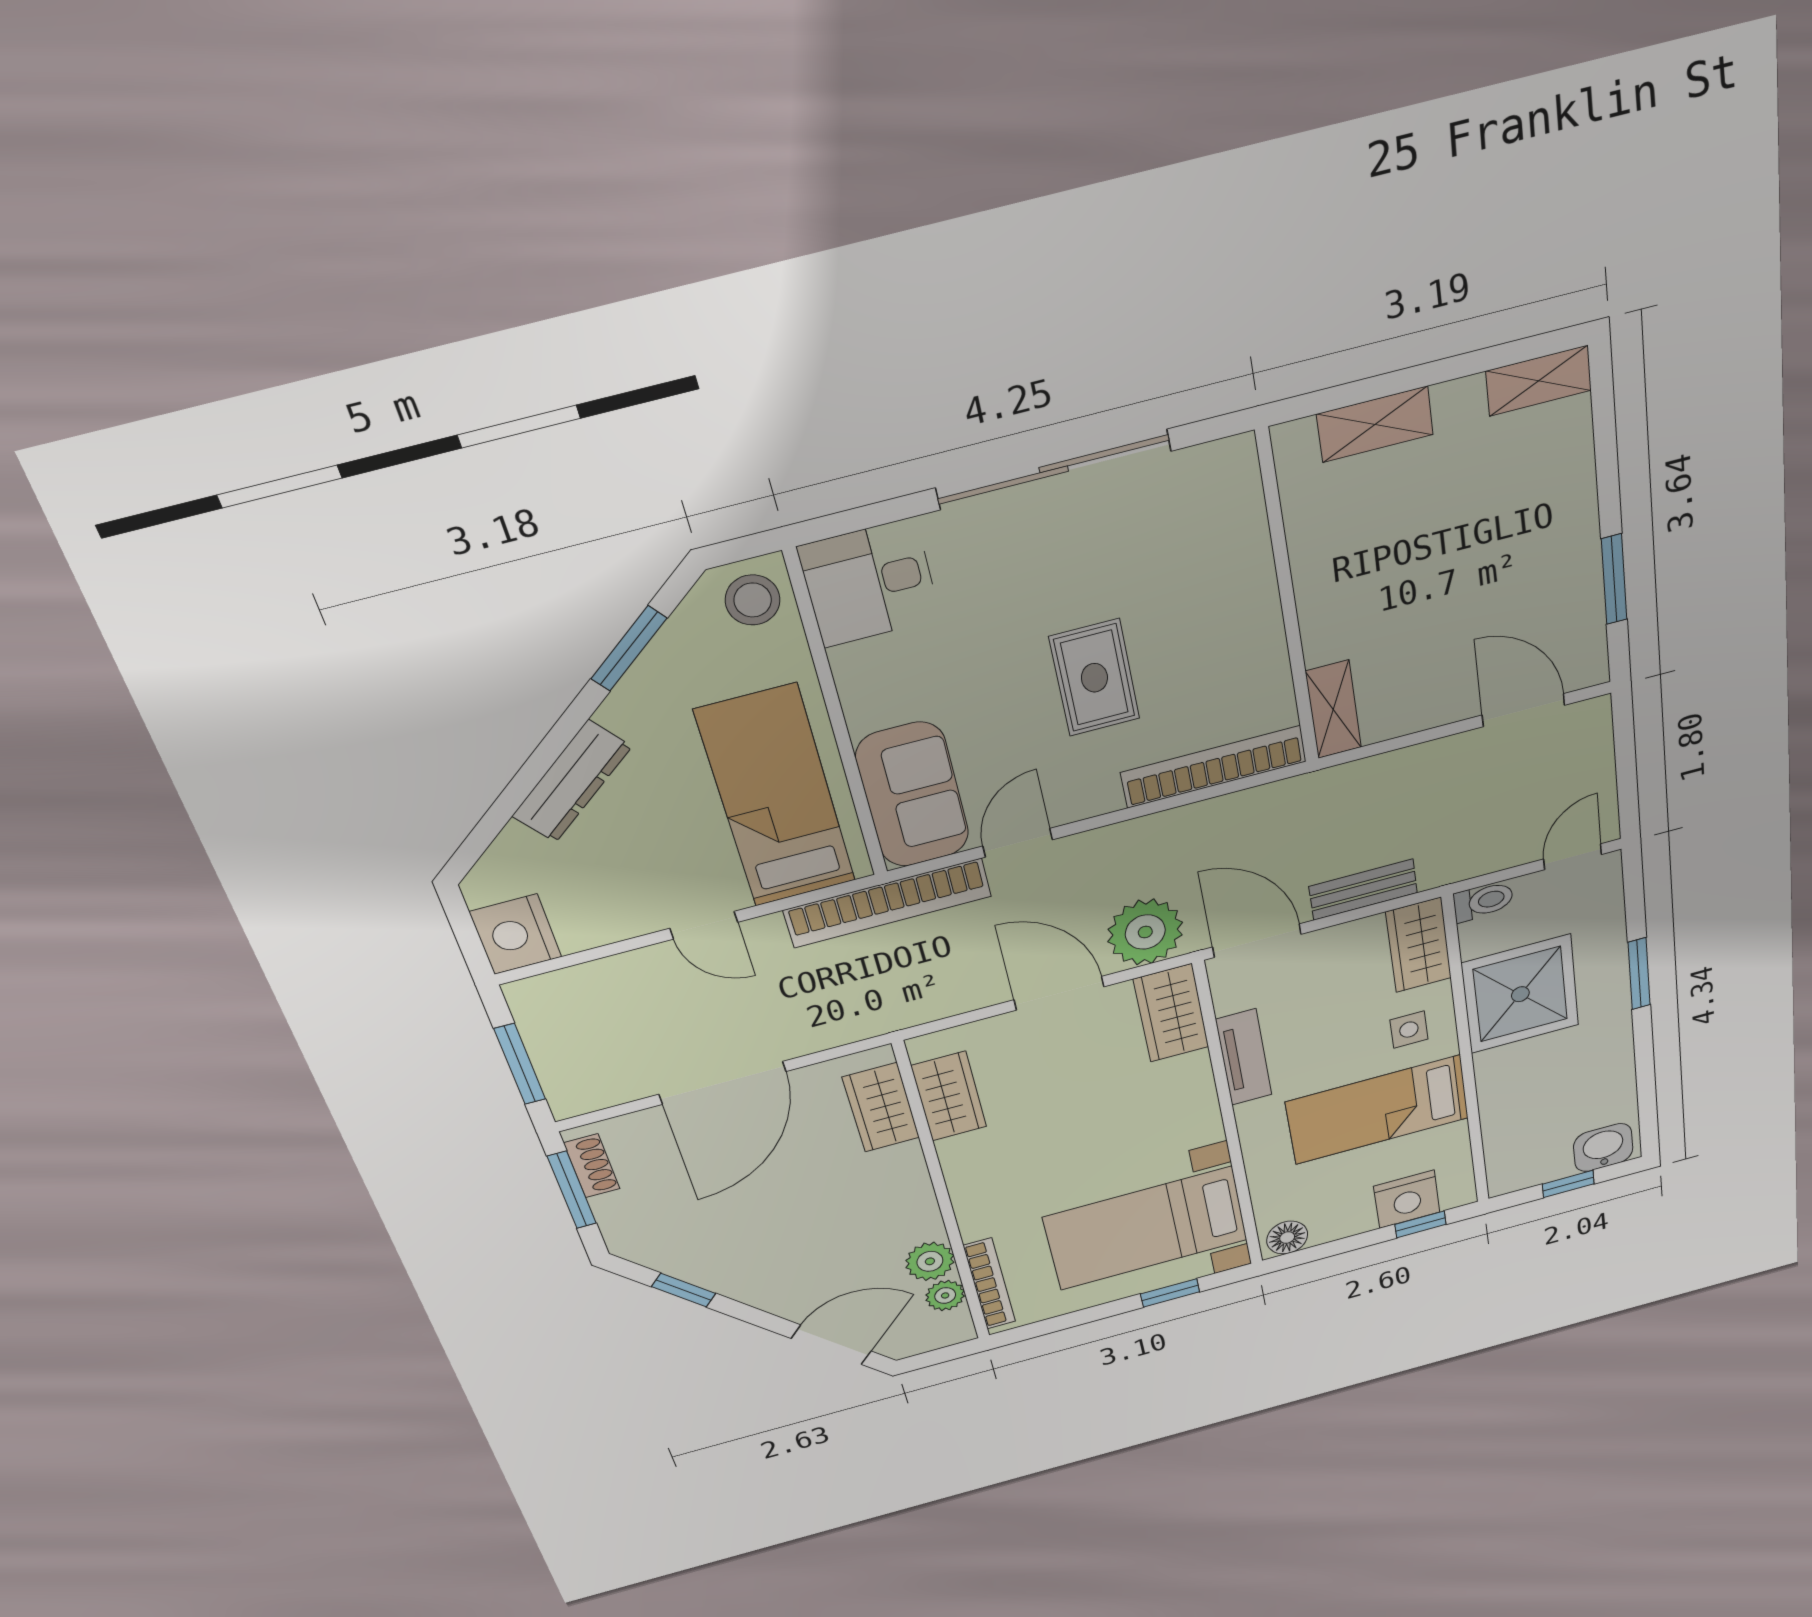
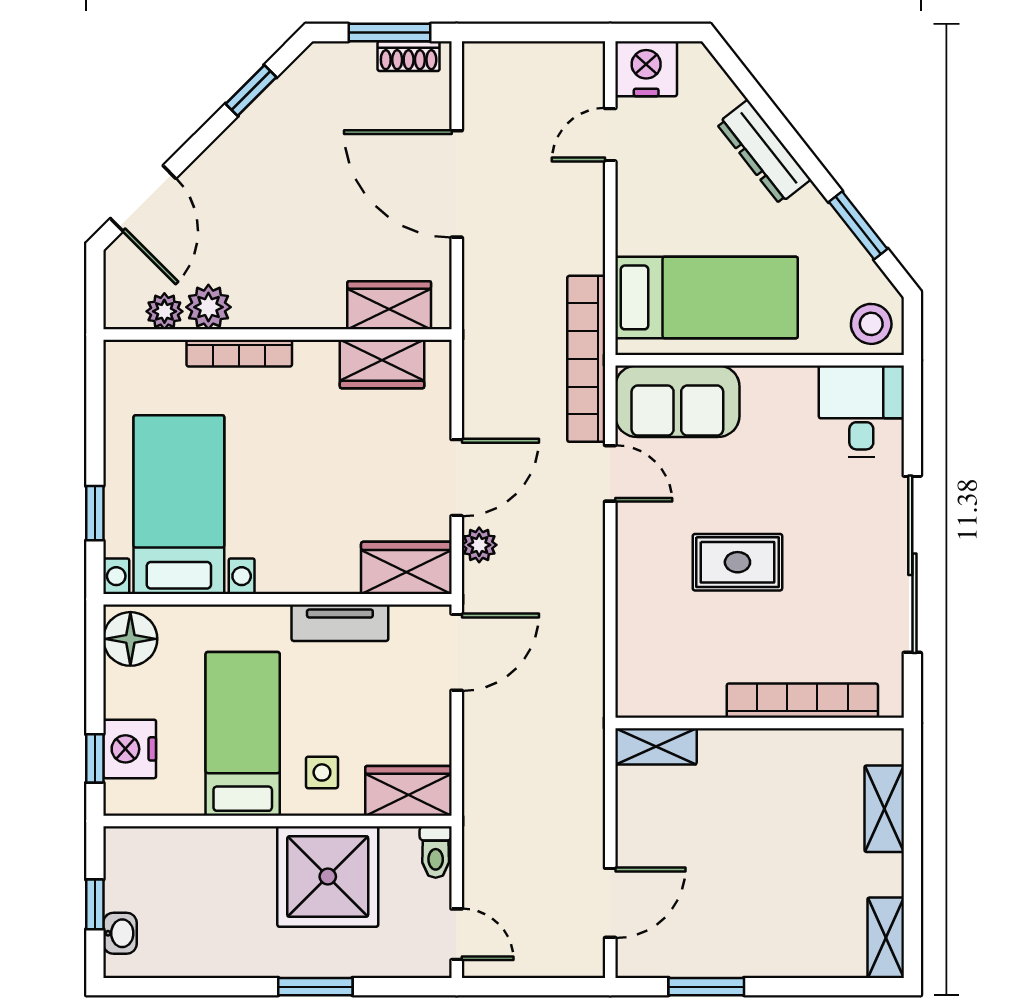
bookcase: (1214, 767) -> (802, 701), moved, turned -90
bench: (1363, 890) -> (479, 750), removed
door: (704, 925) -> (610, 135), moved
plant: (1145, 932) -> (479, 545), width x0.53, depth x0.53
window: (520, 1064) -> (527, 33), removed
washbasin: (1603, 1148) -> (120, 933), width x0.72, depth x0.69
floor lamp: (1287, 1237) -> (130, 639), width x1.38, depth x1.38
bookcase: (989, 1284) -> (239, 353), moved

